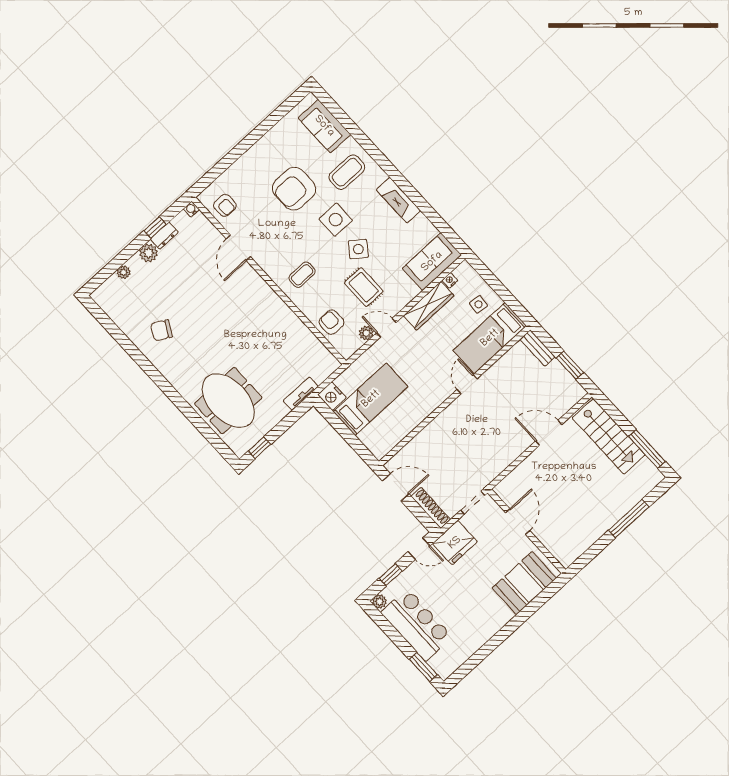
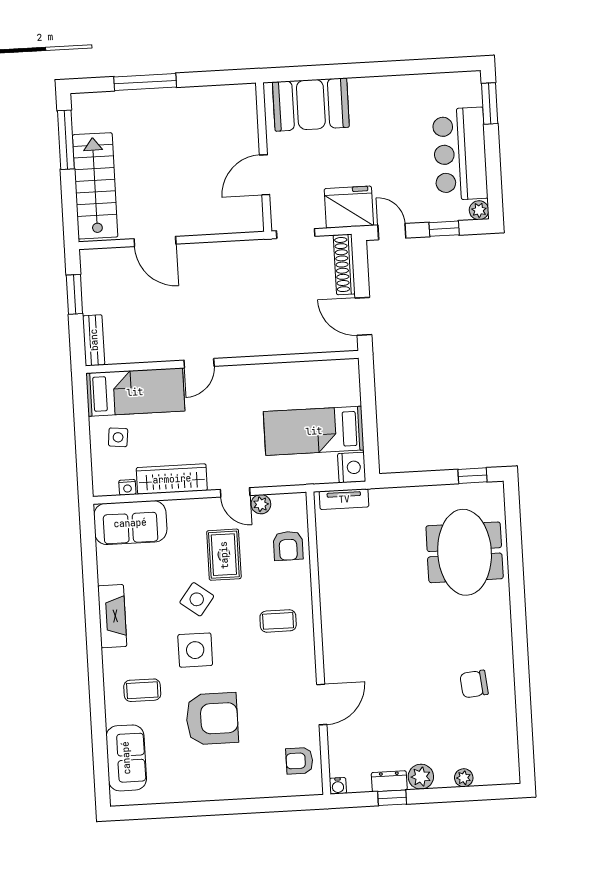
coffee table: (347, 172) -> (142, 690), width x0.73, depth x0.77
armchair: (225, 205) -> (299, 761), turned -90
chair: (162, 330) -> (474, 684), turned 145
tv unit: (301, 394) -> (344, 499), moved

